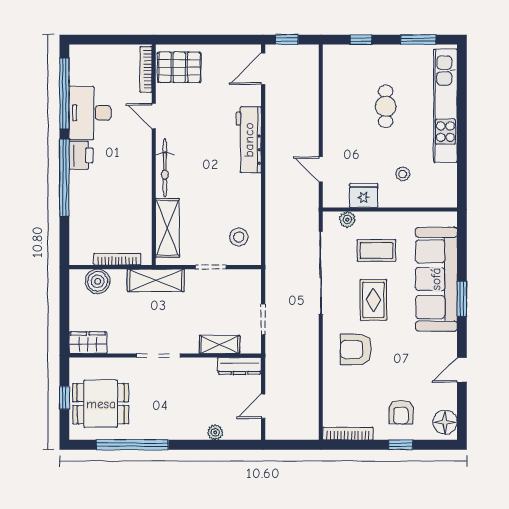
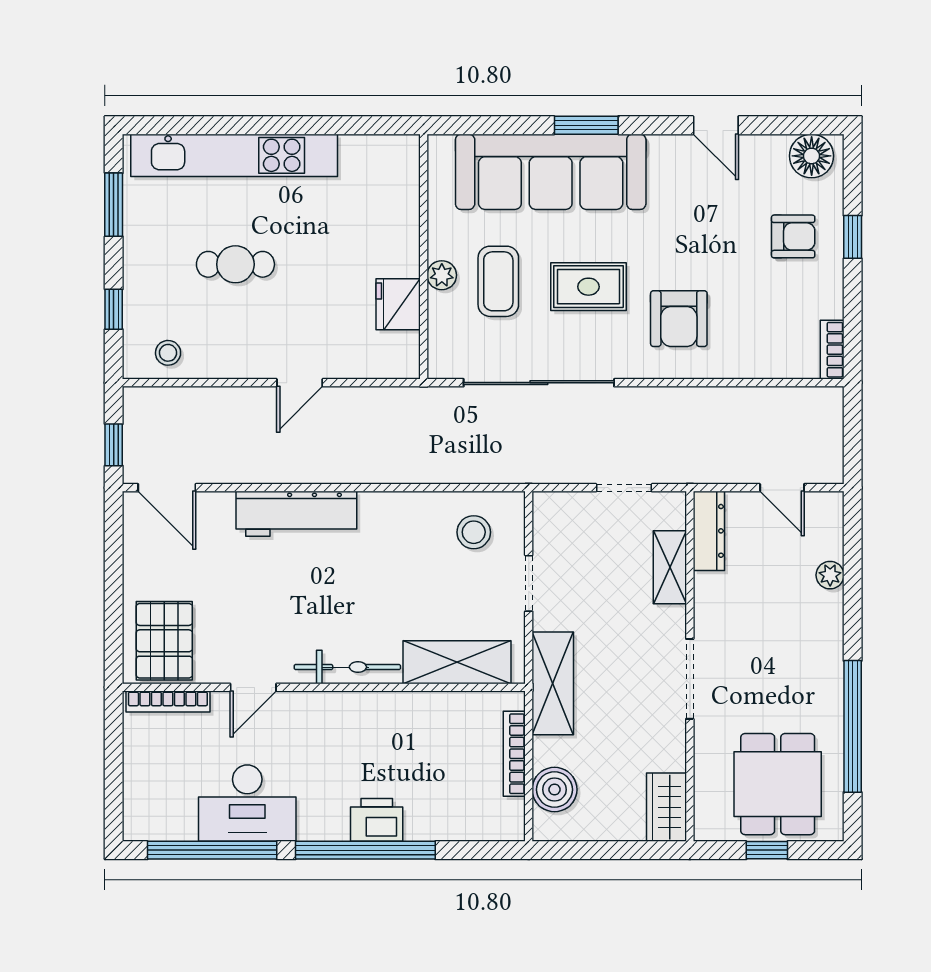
printer: (81, 155) -> (377, 820), moved
door: (321, 169) -> (300, 383), moved
stool: (403, 174) -> (168, 353), moved
plant: (347, 219) -> (442, 275), moved
bookcase: (348, 434) -> (832, 350), width x0.64

